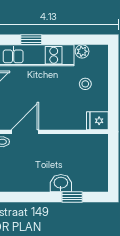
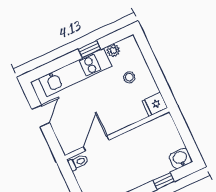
window: (31, 40) -> (89, 49), moved
washbasin: (61, 183) -> (180, 158), moved

